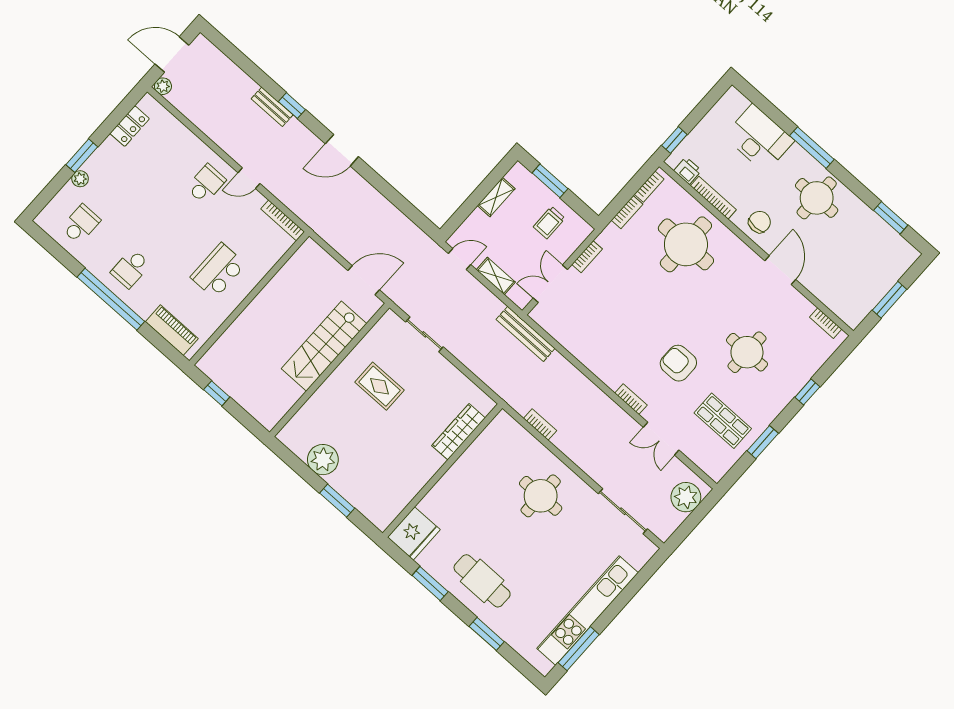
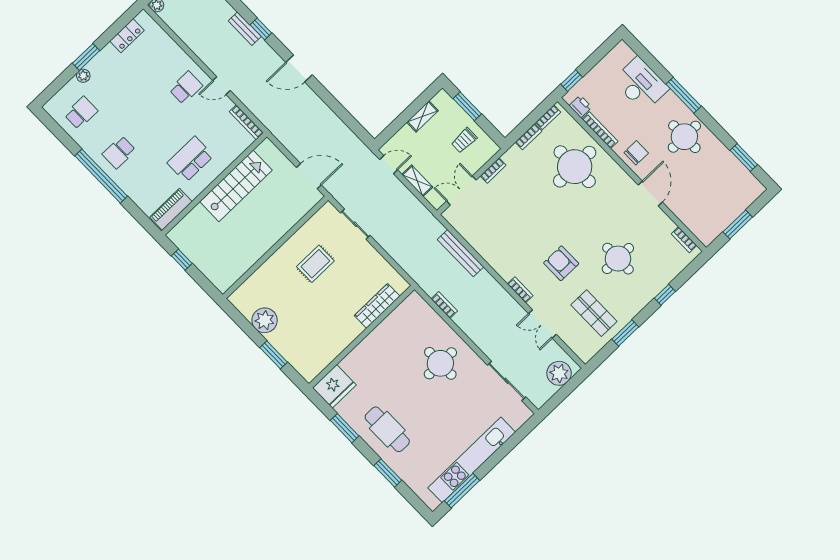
piano: (172, 330) -> (171, 209), moved, turned -90
bench: (526, 334) -> (461, 253), moved
stairs: (324, 346) -> (236, 186), moved, turned 180
rug: (380, 386) -> (315, 264), turned 90

